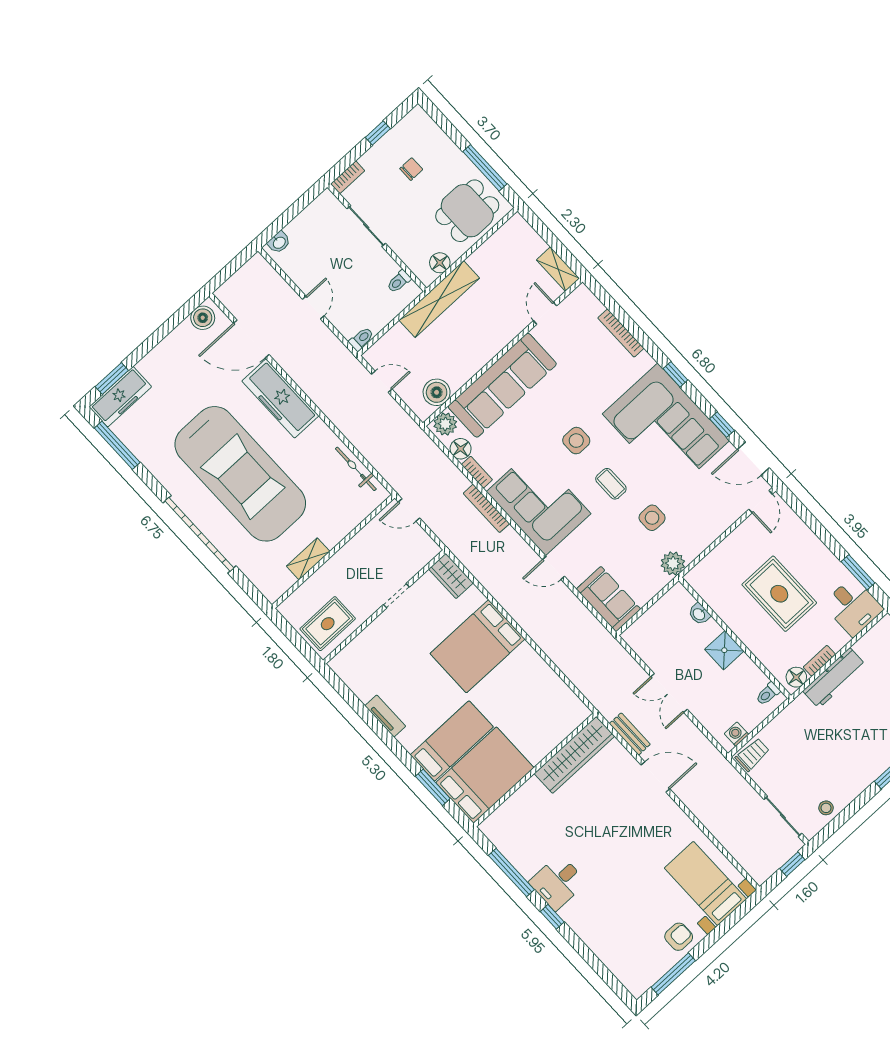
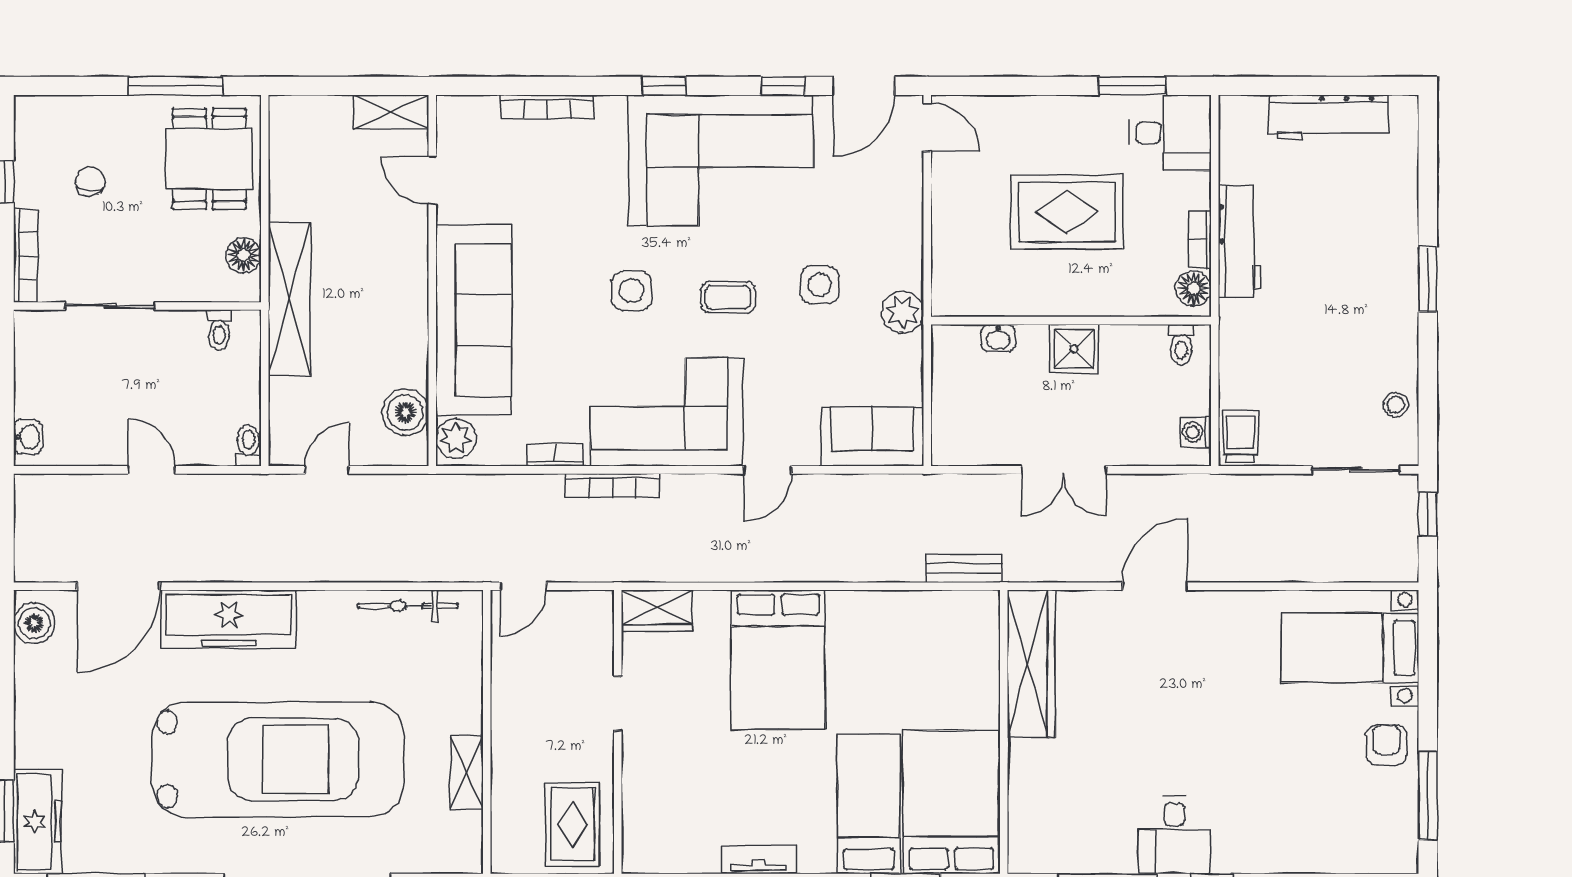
bookcase: (348, 177) -> (26, 256), width x1.56
floor lamp: (461, 449) -> (506, 448), removed
bench: (630, 734) -> (964, 568), moved

